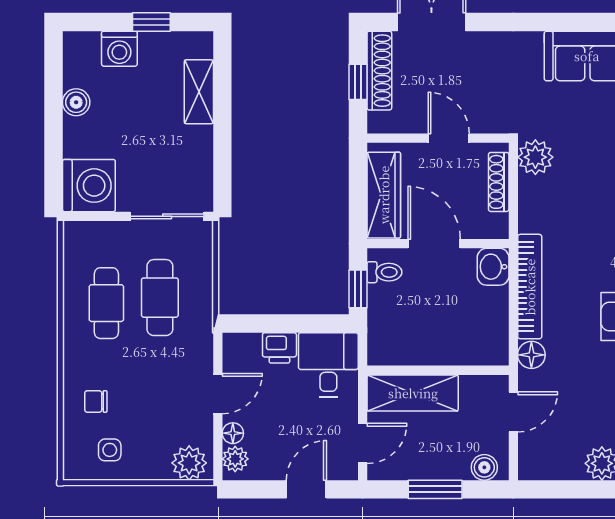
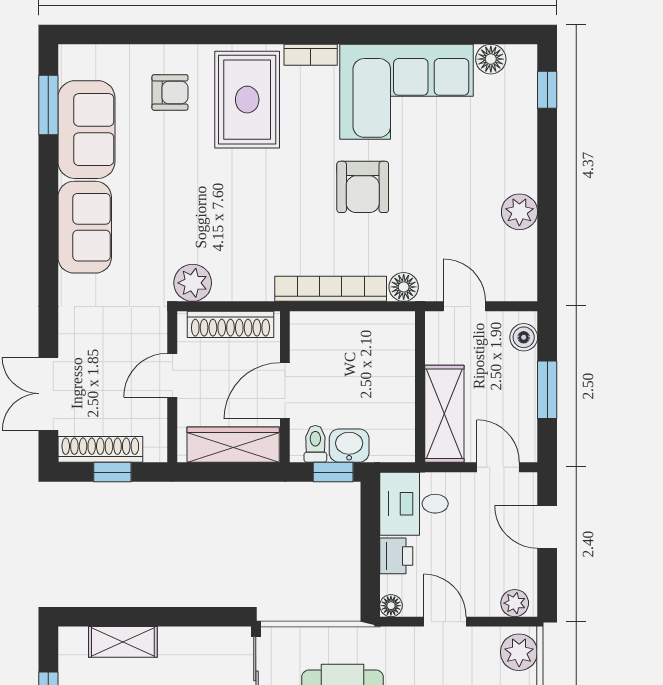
shoe rack: (499, 182) -> (230, 324), width x1.36, depth x1.24
washbasin: (493, 267) -> (349, 446), moved, turned 180
floor lamp: (233, 433) -> (391, 606), moved

